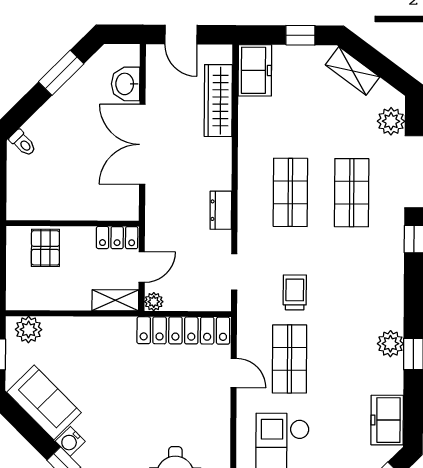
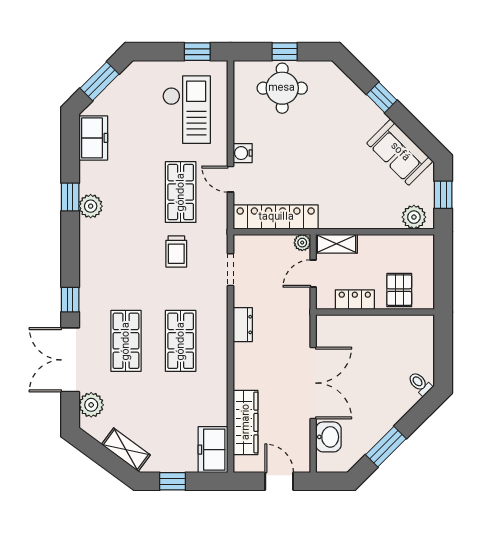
locker: (117, 238) -> (355, 300), moved
water cooler: (70, 441) -> (243, 153), moved, turned -135

